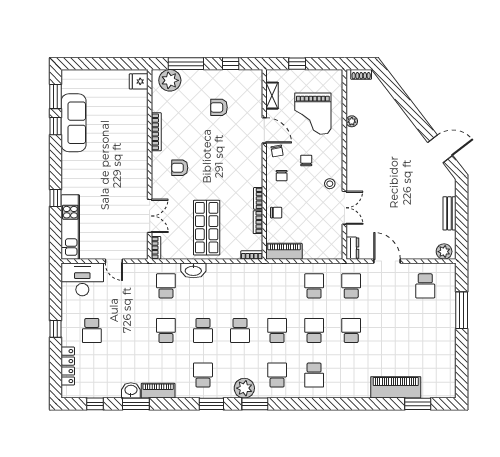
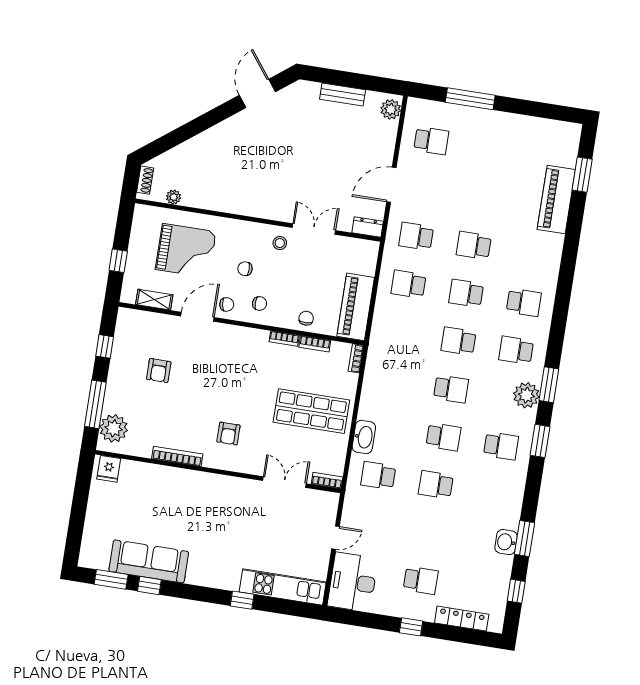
plant: (352, 121) -> (174, 197), moved
piano: (284, 251) -> (356, 307), width x1.37, depth x1.33
school desk: (203, 375) -> (501, 446), turned 180
piano: (158, 391) -> (512, 507), removed

